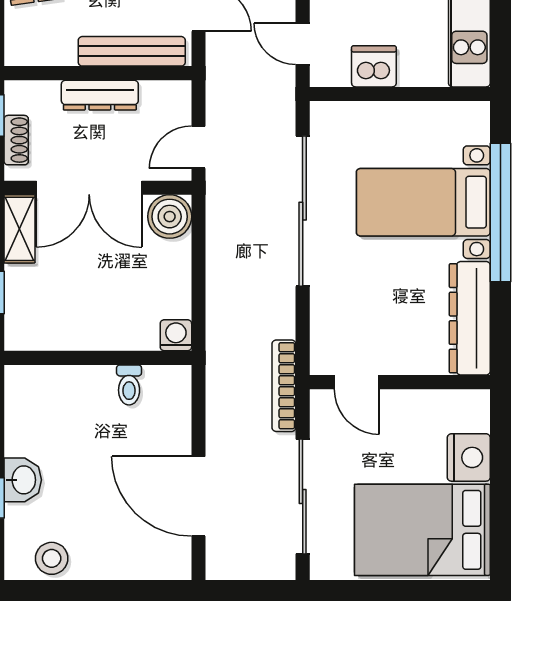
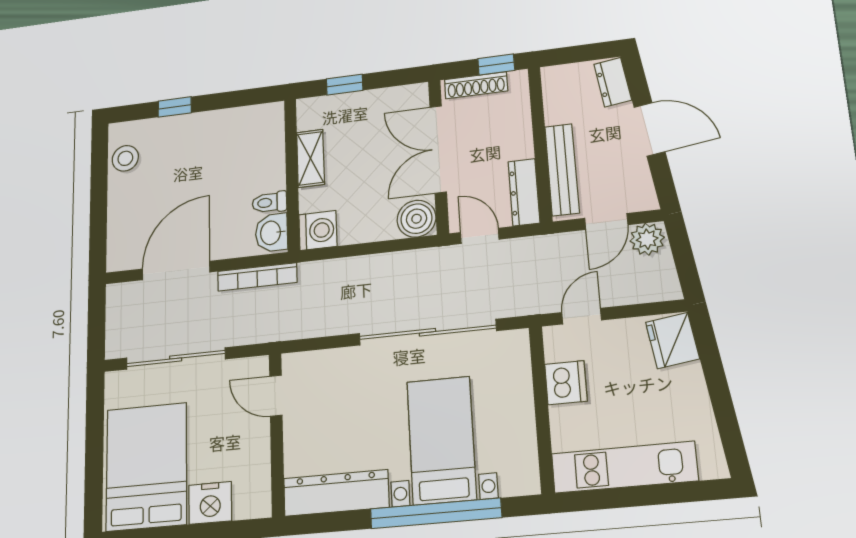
dresser: (100, 95) -> (524, 192), moved
shoe rack: (16, 140) -> (476, 85), width x1.43
shelving: (19, 229) -> (311, 158), moved, turned 90
washing machine: (176, 335) -> (318, 230), width x1.38, depth x1.38
door: (357, 382) -> (276, 396), hinge flipped
bookcase: (284, 386) -> (257, 277), moved, turned 180
washbasin: (23, 480) -> (271, 233), moved, turned 90

